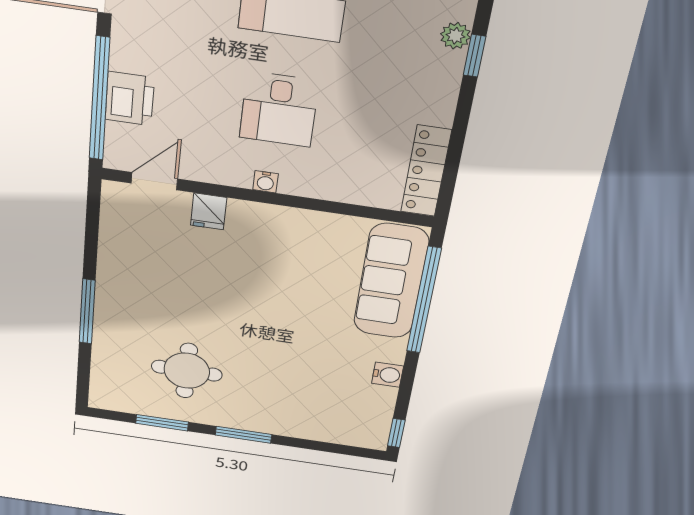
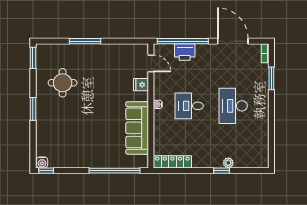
sofa: (391, 281) -> (137, 128), moved, turned -90
water cooler: (388, 375) -> (42, 162), moved
window: (162, 423) -> (33, 58), moved

